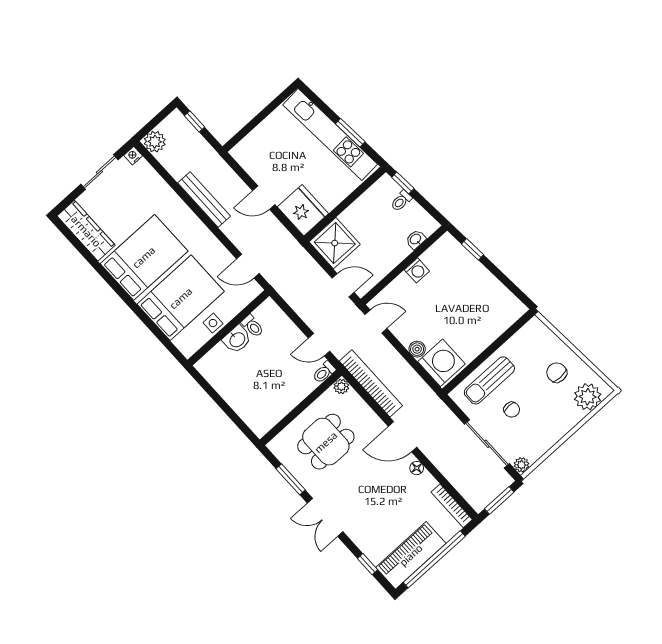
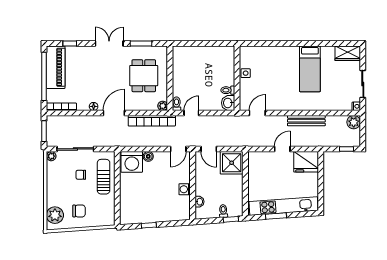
fridge: (303, 210) -> (306, 162), moved
wardrobe: (86, 231) -> (348, 53), width x0.67
window: (472, 249) -> (149, 225), moved
bed: (144, 257) -> (310, 69), width x0.67
door: (343, 285) -> (209, 149), hinge flipped
bed: (181, 298) -> (271, 69), removed
washbasin: (237, 339) -> (228, 103), moved

